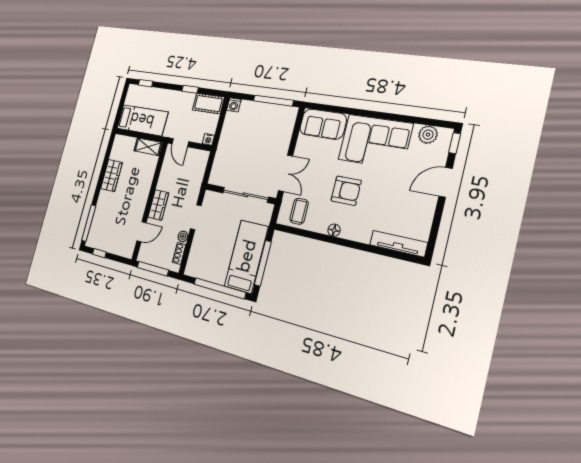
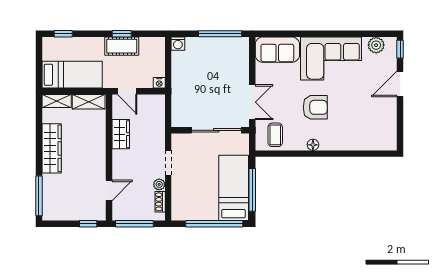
cot: (208, 104) -> (122, 46), moved
shelving: (125, 142) -> (57, 101), added
wardrobe: (111, 176) -> (52, 148), width x1.50
wardrobe: (158, 205) -> (121, 134), moved
tv unit: (398, 244) -> (373, 144), removed
window: (99, 253) -> (88, 224), moved

